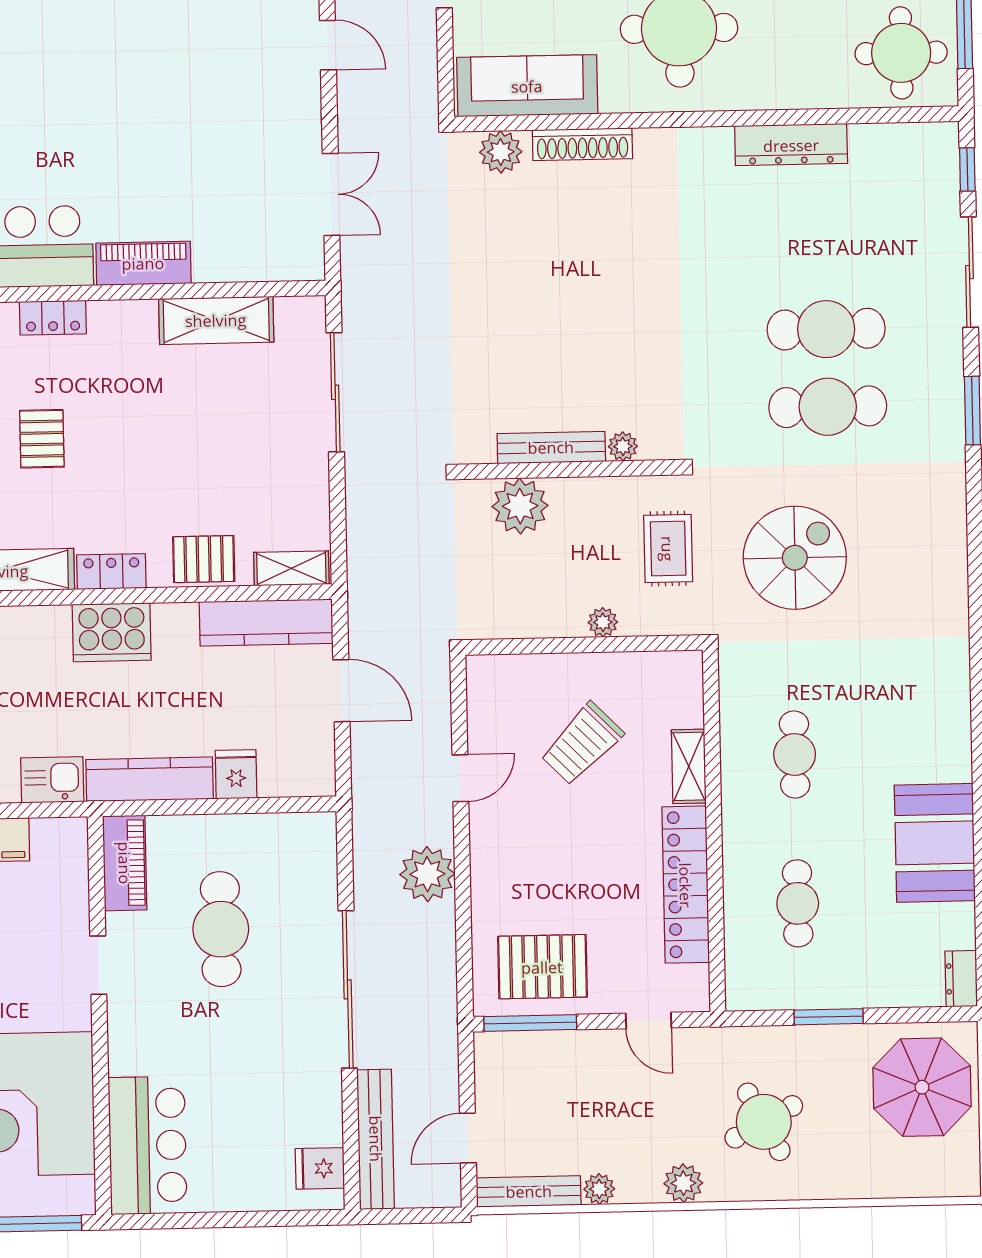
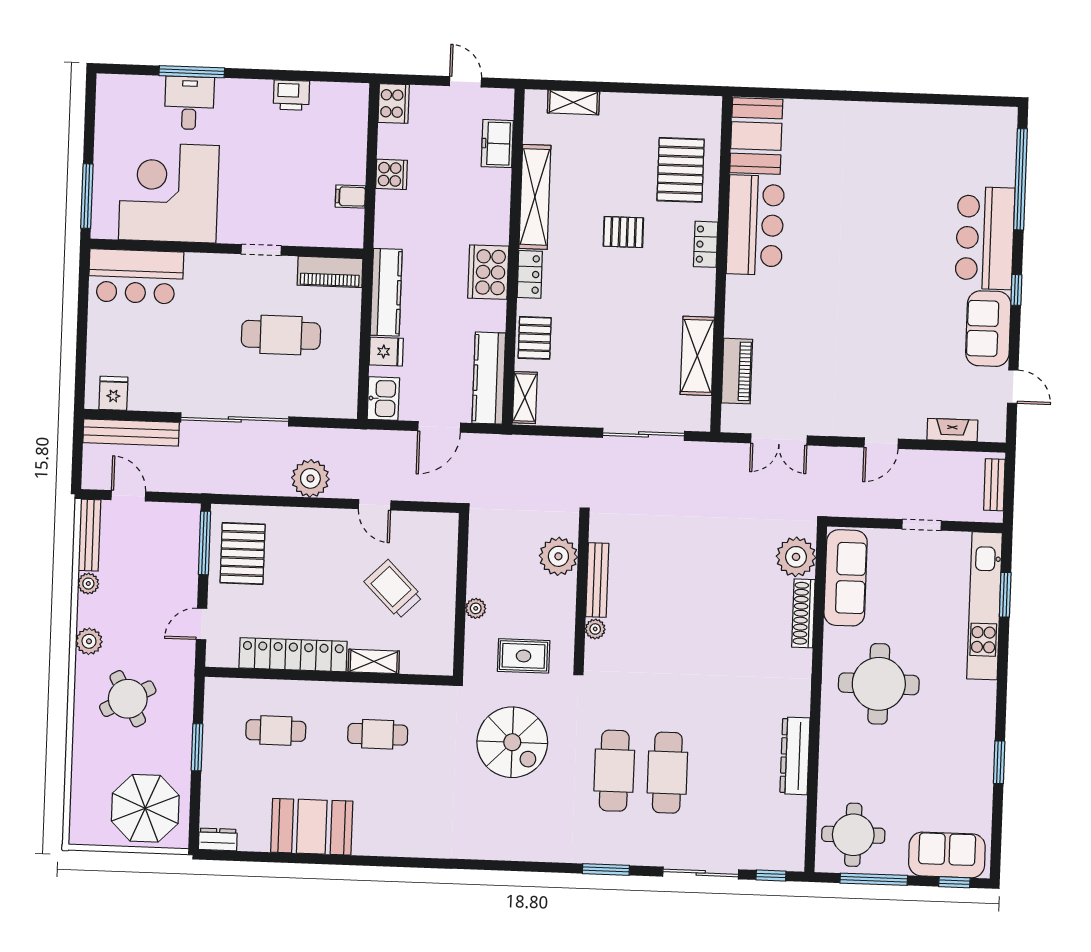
plant: (501, 152) -> (796, 557), width x1.36, depth x1.36
piano: (143, 263) -> (737, 371), moved
kitchen sink: (52, 780) -> (383, 399), moved

